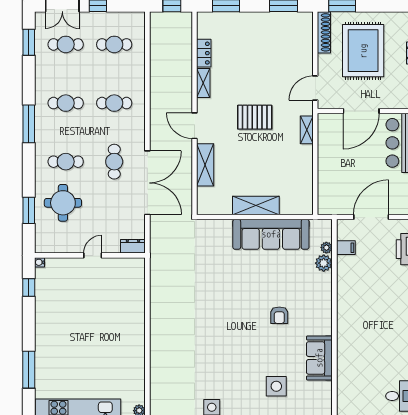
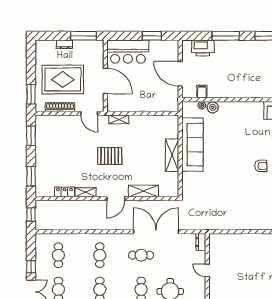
shoe rack: (324, 32) -> (60, 107), moved
pallet: (255, 117) -> (110, 156), turned 90
armchair: (279, 315) -> (261, 166), moved

